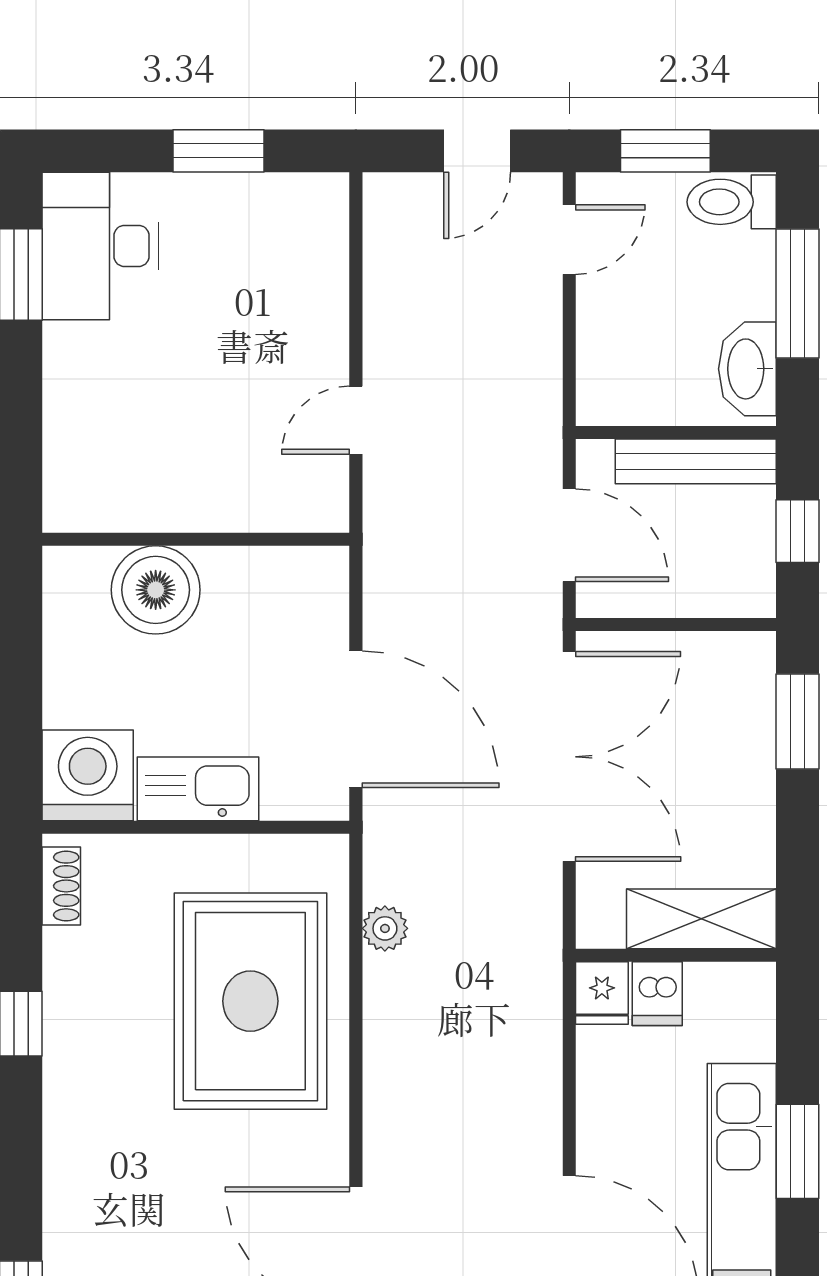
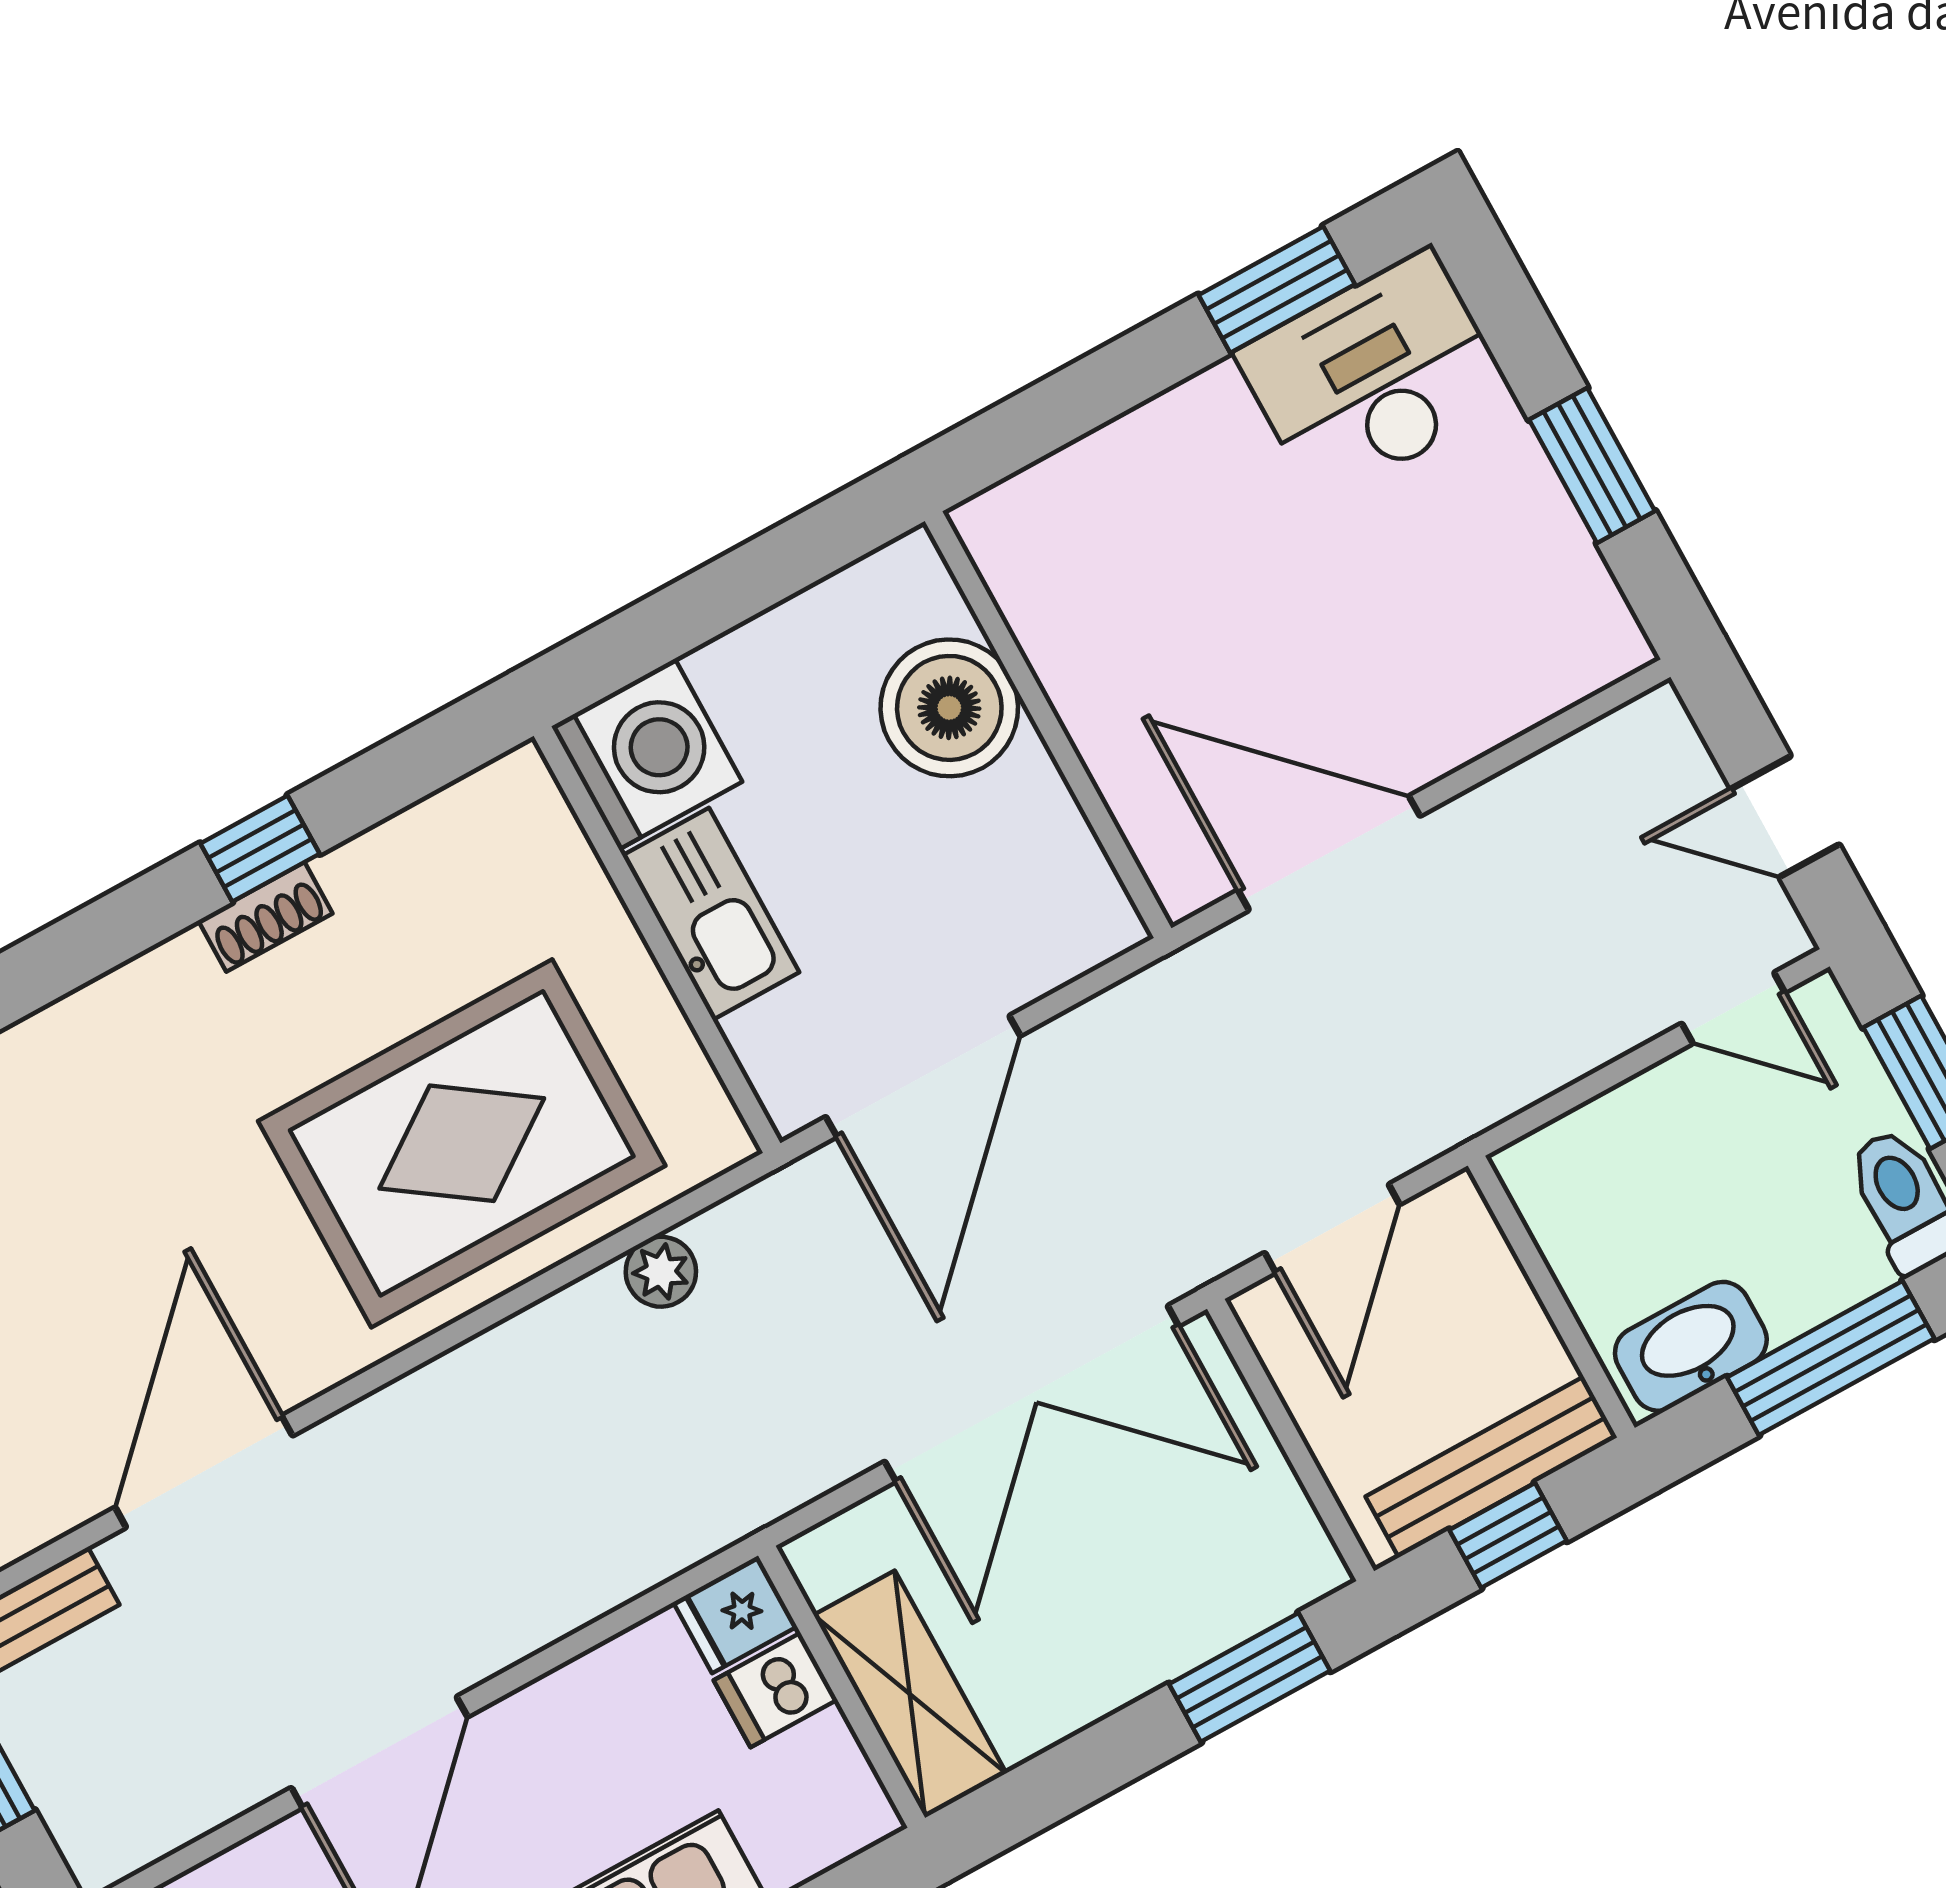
door: (356, 420) -> (1329, 853), width x1.87
bench: (696, 461) -> (1491, 1467), moved, turned 90
shoe rack: (61, 886) -> (265, 917), moved

